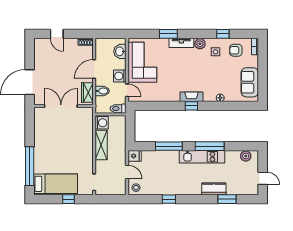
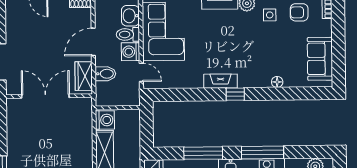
fireplace: (192, 97) -> (220, 81), moved
toilet: (118, 109) -> (128, 34), moved

